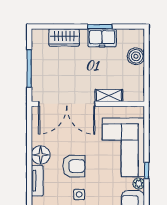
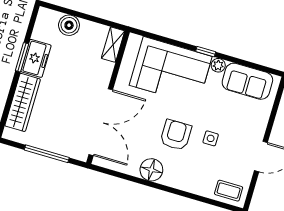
wardrobe: (64, 38) -> (23, 102), width x1.50
shelving: (109, 96) -> (113, 45), moved
tv unit: (37, 181) -> (180, 183), removed

